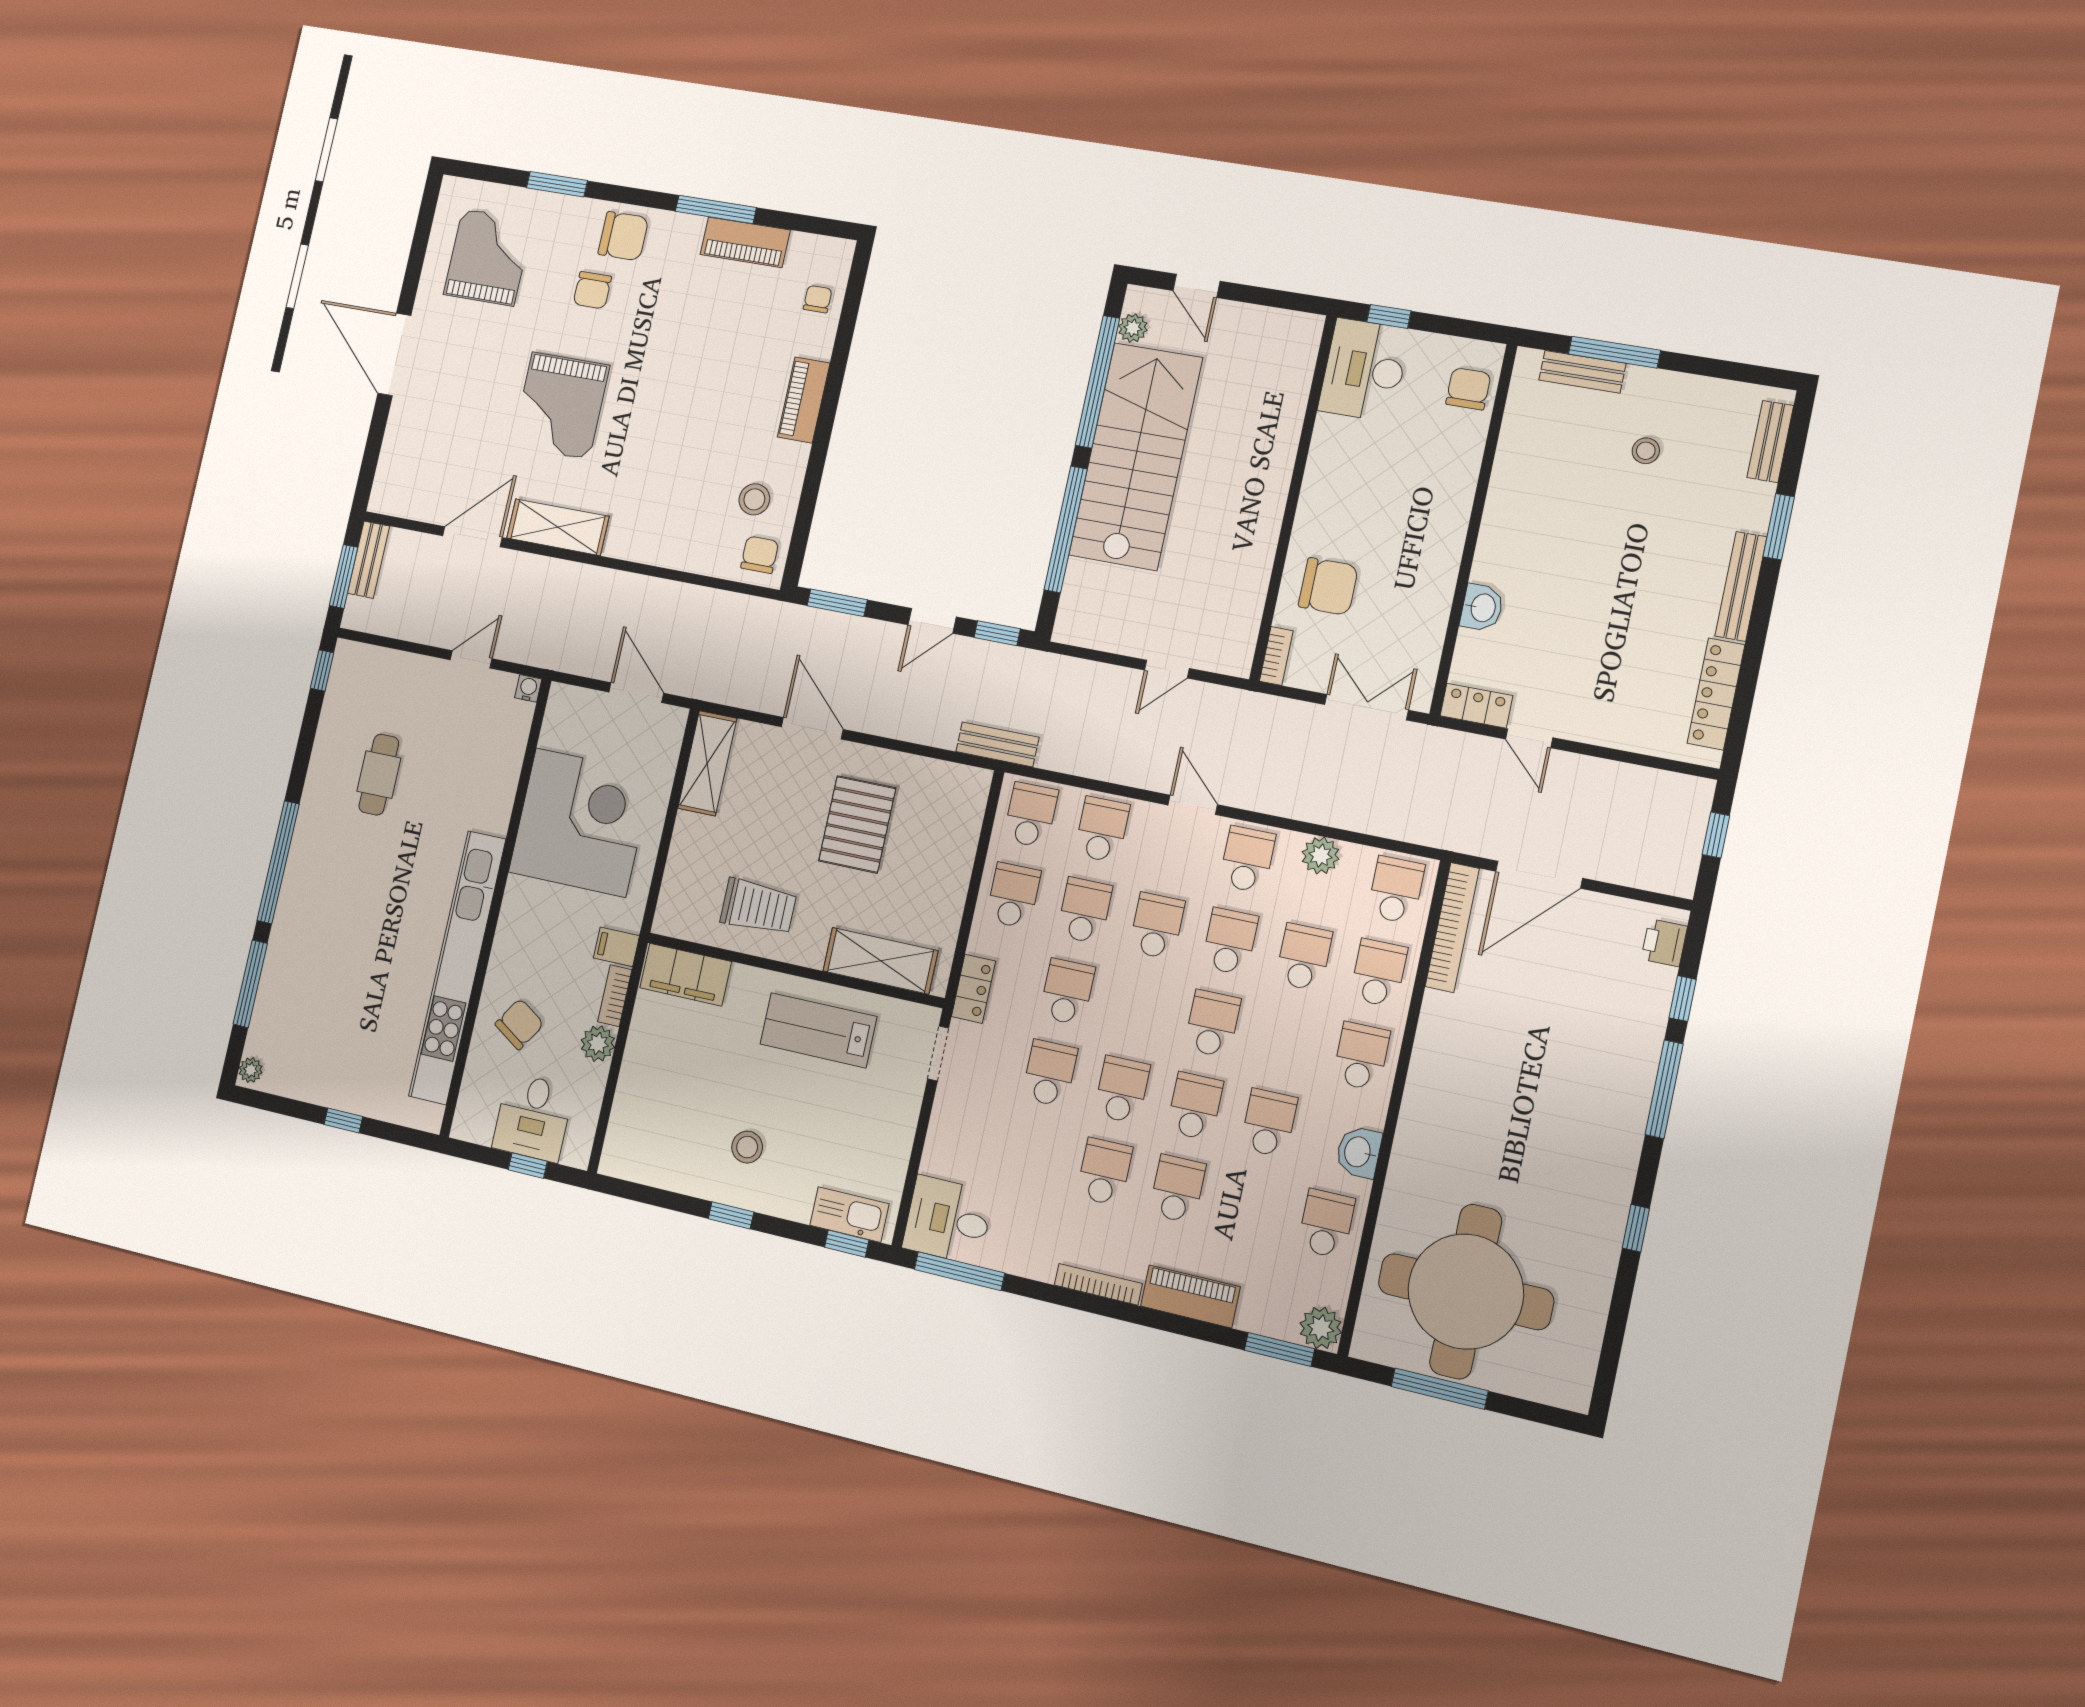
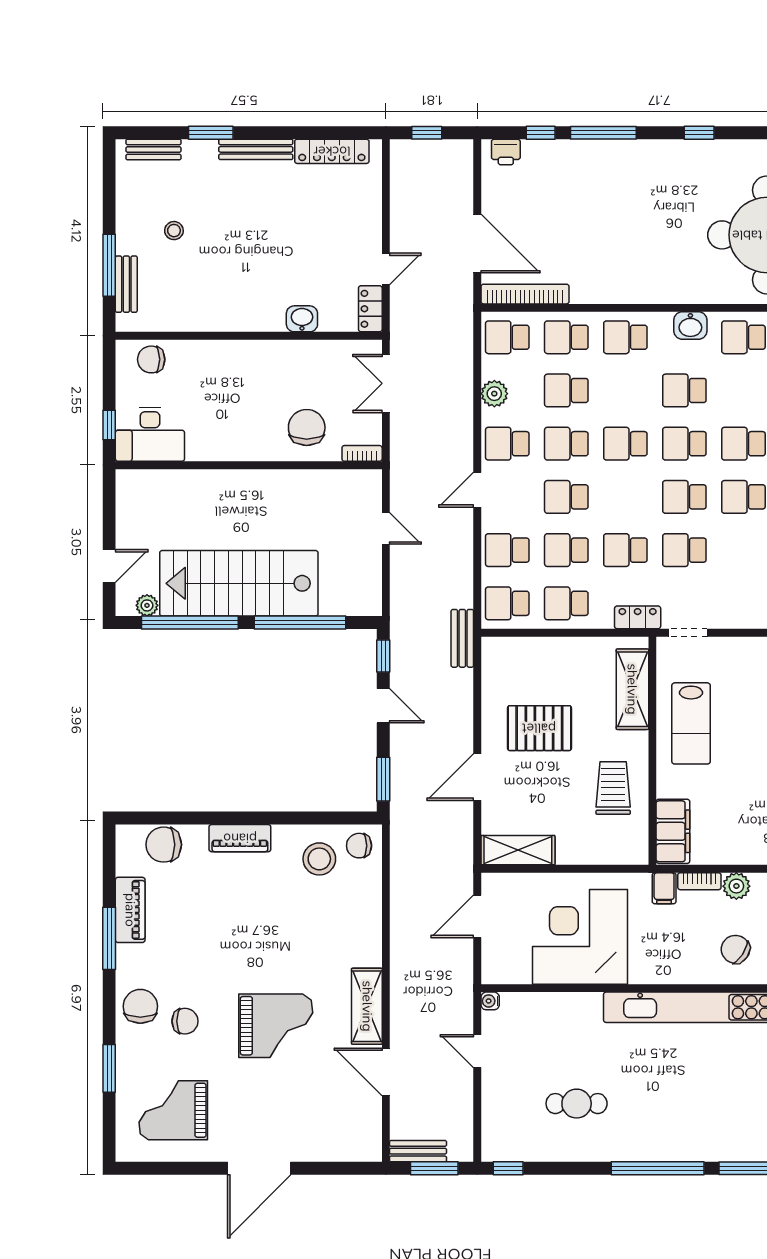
chair: (818, 299) -> (164, 845), width x1.87, depth x1.87
stool: (754, 499) -> (319, 859), width x1.38, depth x1.38

